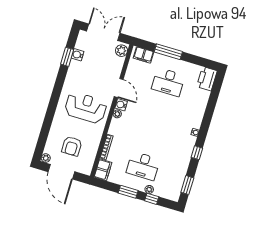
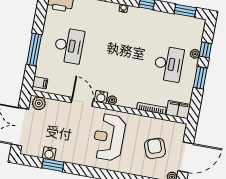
filing cabinet: (144, 55) -> (40, 83), width x0.50
door: (119, 88) -> (82, 102), hinge flipped
armchair: (72, 146) -> (155, 148), turned -110

